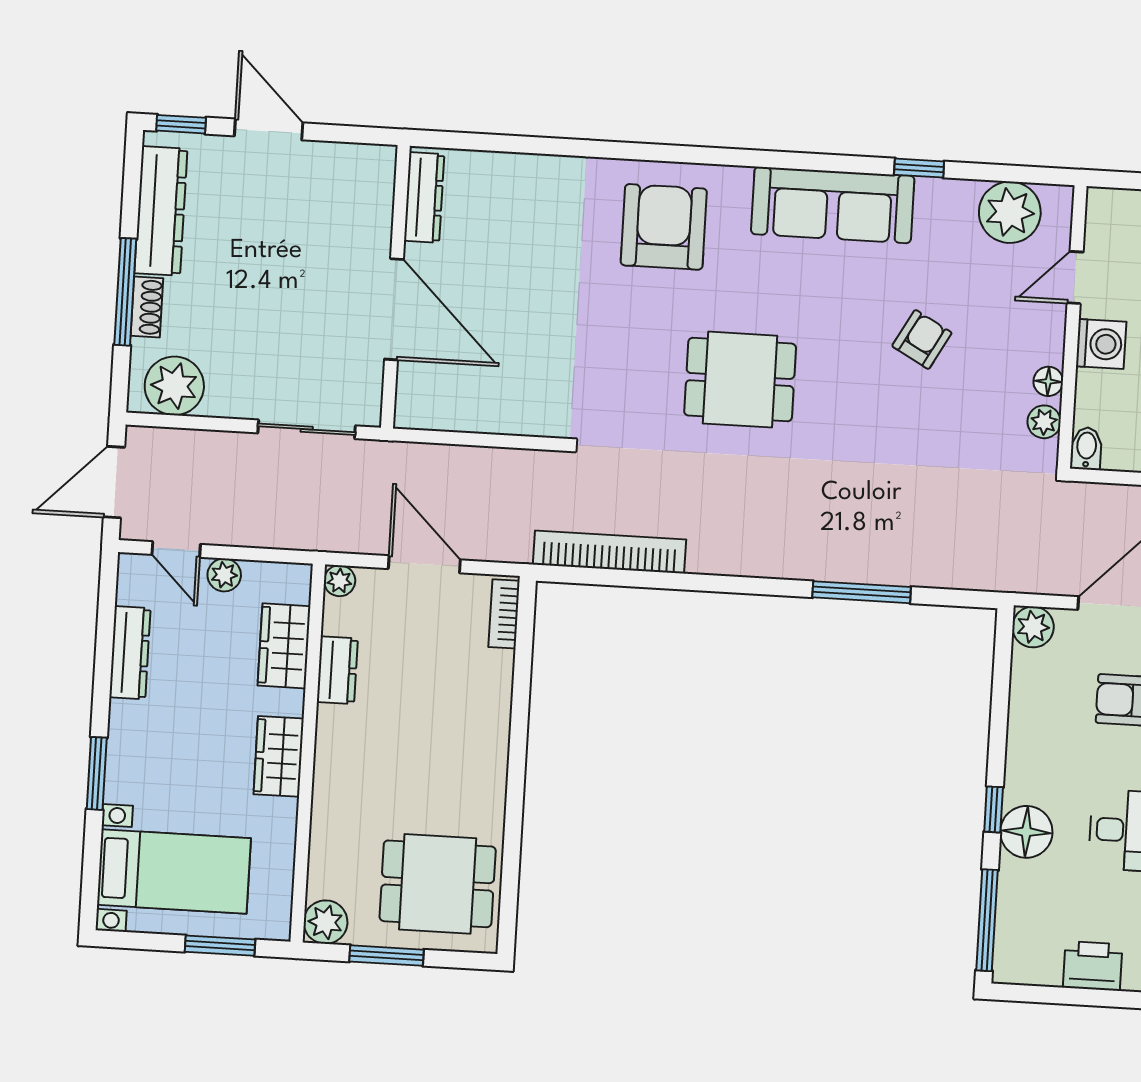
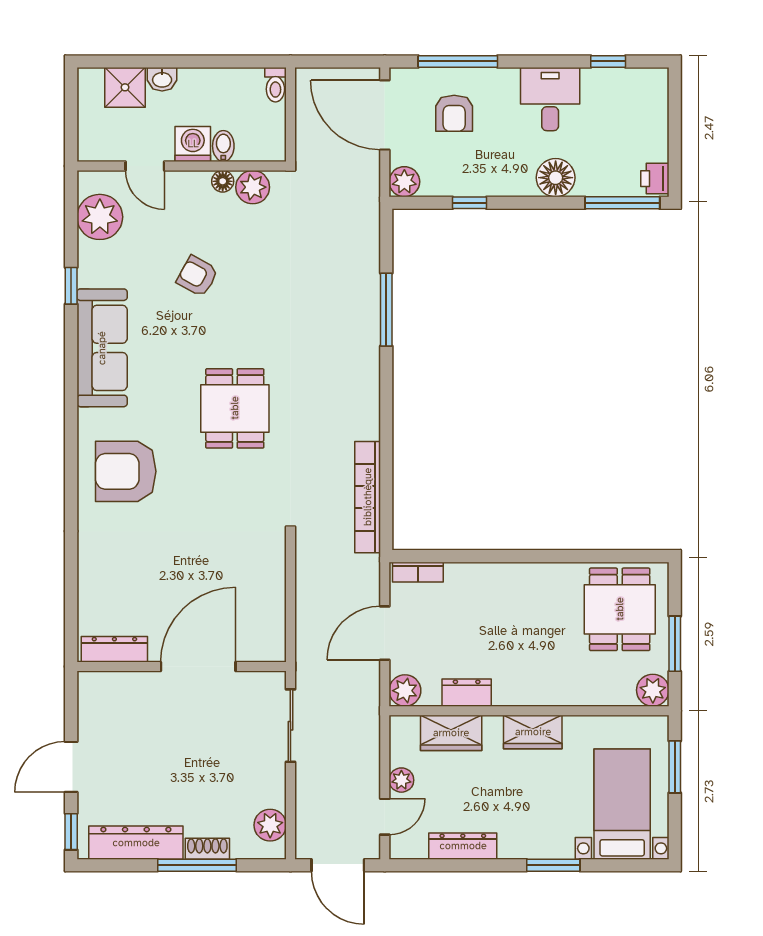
plant: (174, 386) -> (270, 825), width x0.73, depth x0.73
plant: (1044, 422) -> (253, 187), width x1.38, depth x1.38
bidet: (1087, 449) -> (223, 146), moved, turned 90
plant: (340, 581) -> (405, 691), width x1.38, depth x1.38
window: (994, 809) -> (470, 203), moved
printer: (1093, 966) -> (655, 179), moved, width x0.73, depth x0.81

